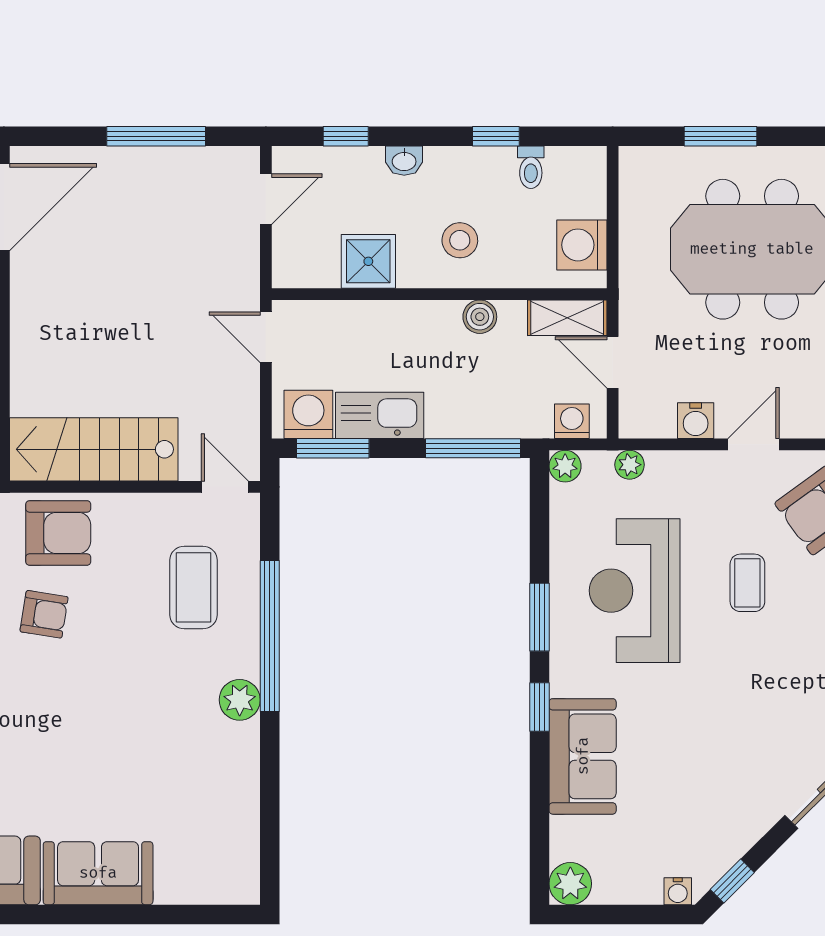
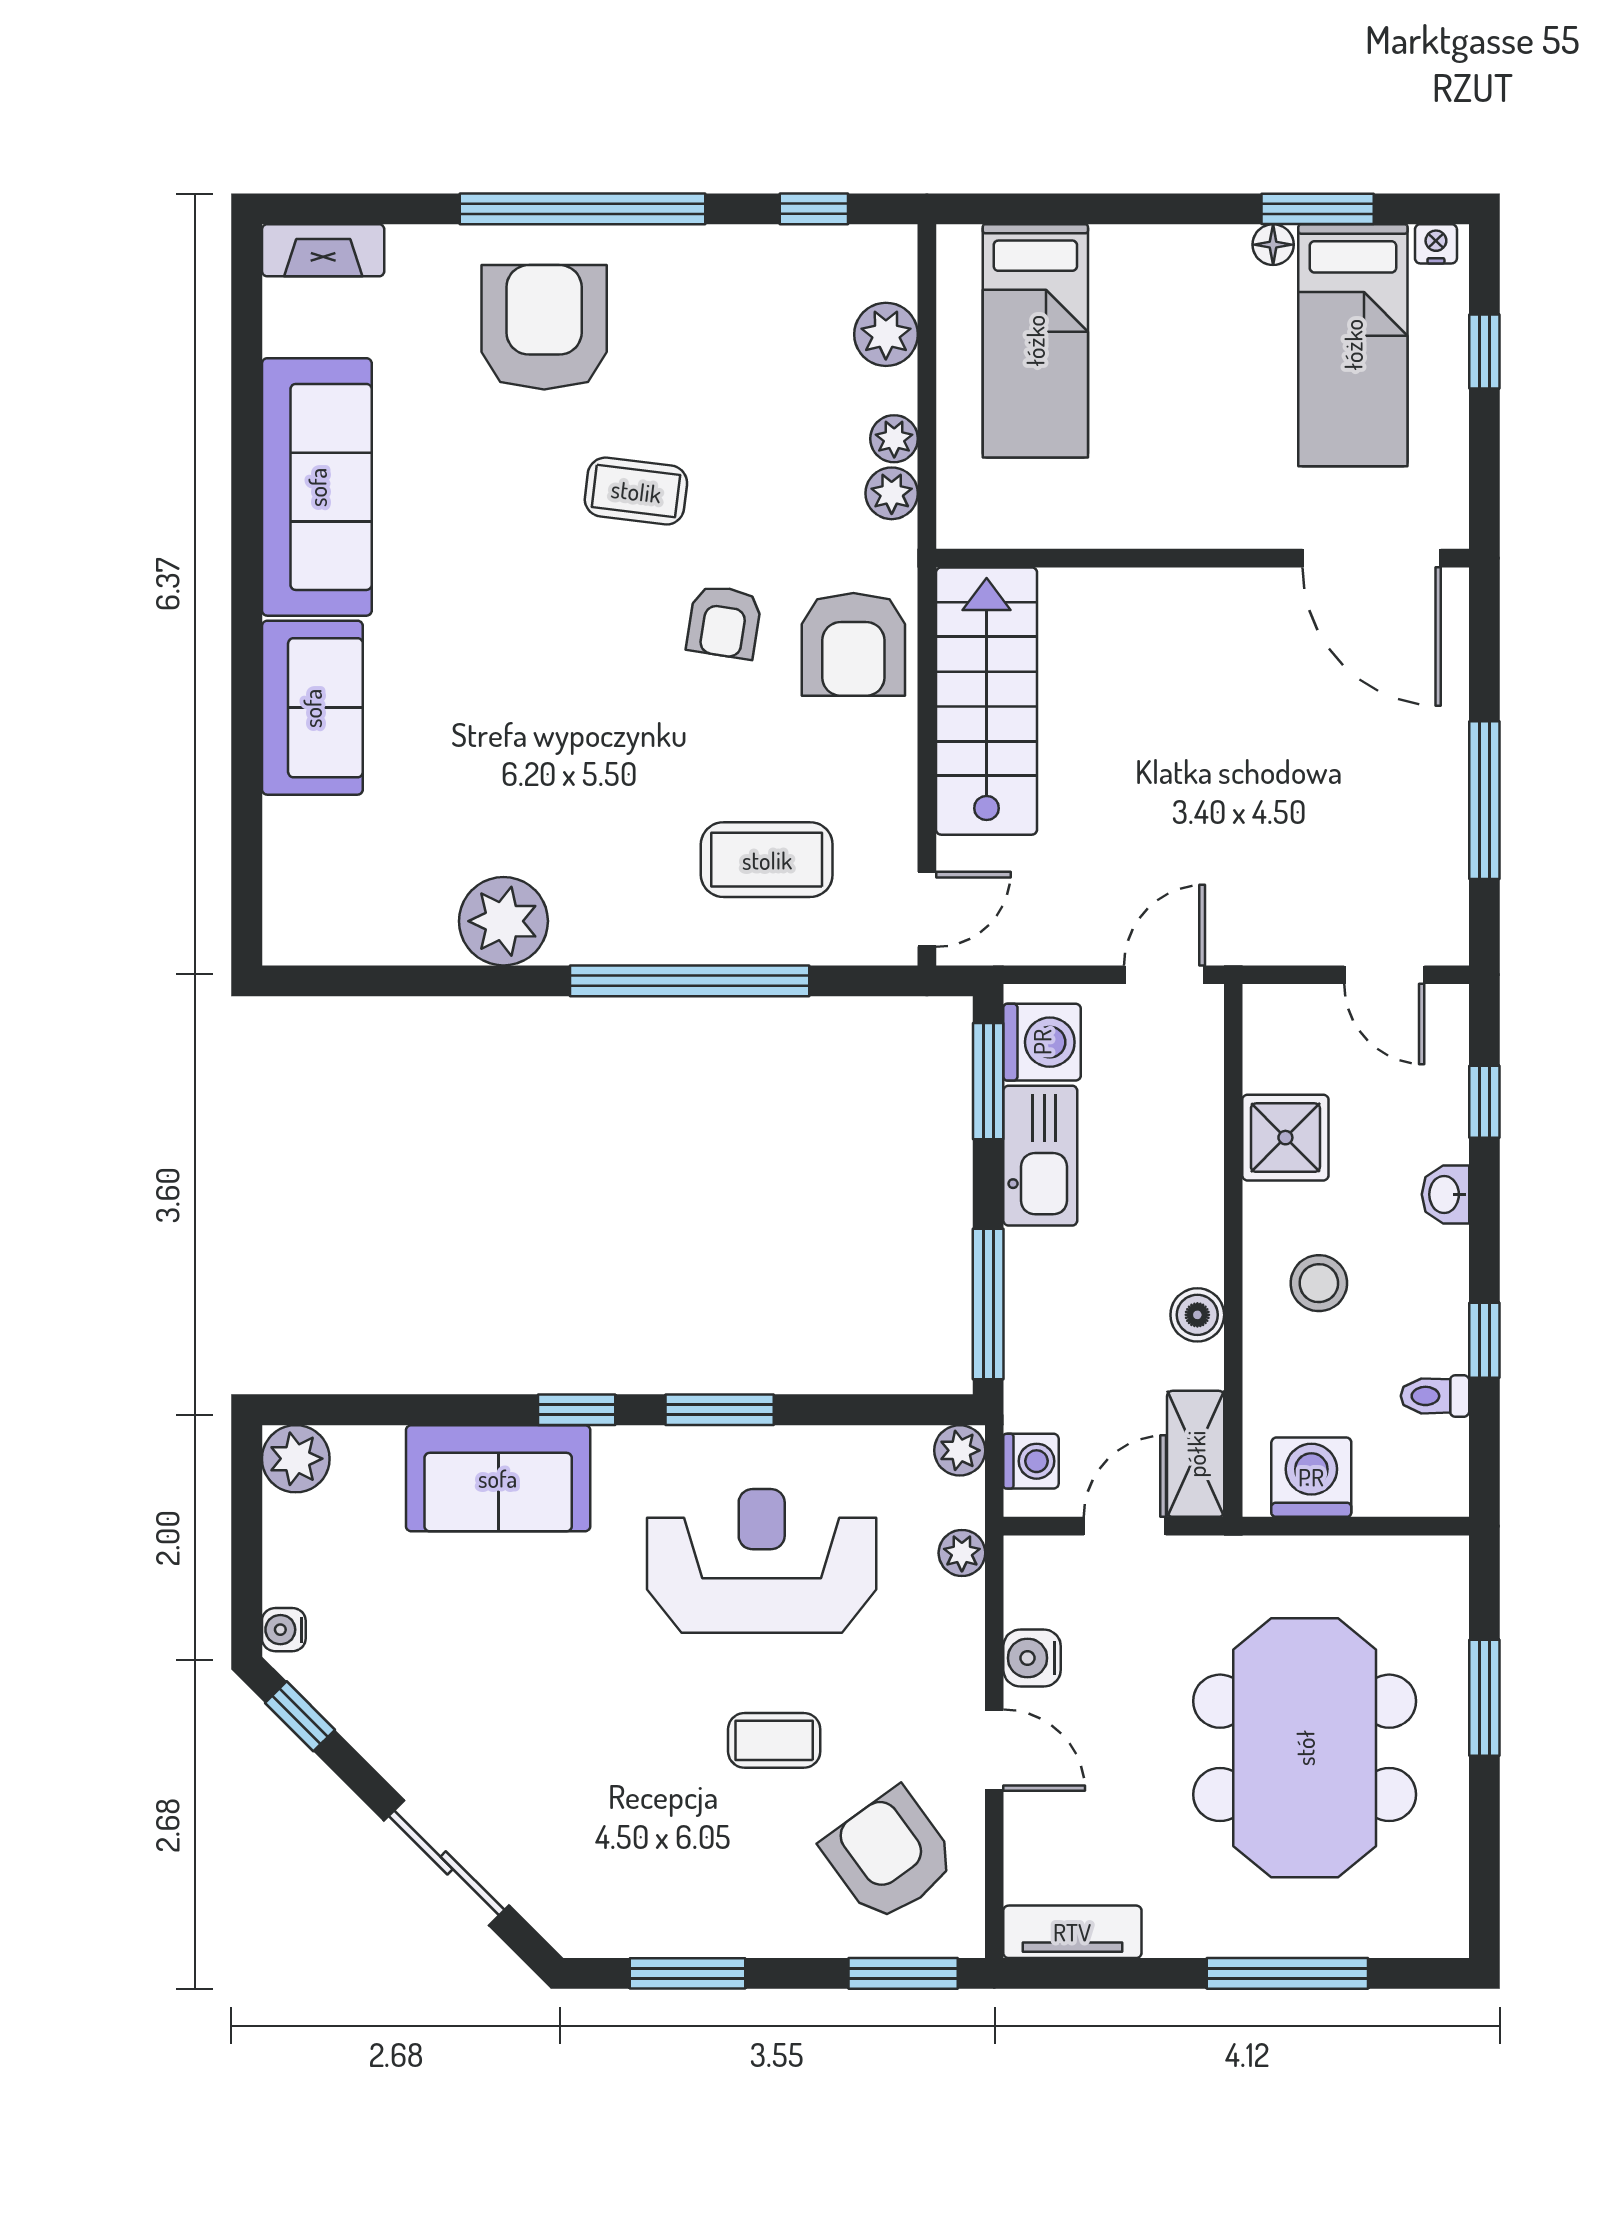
plant: (240, 700) -> (503, 921), moved, width x1.36, depth x1.36

